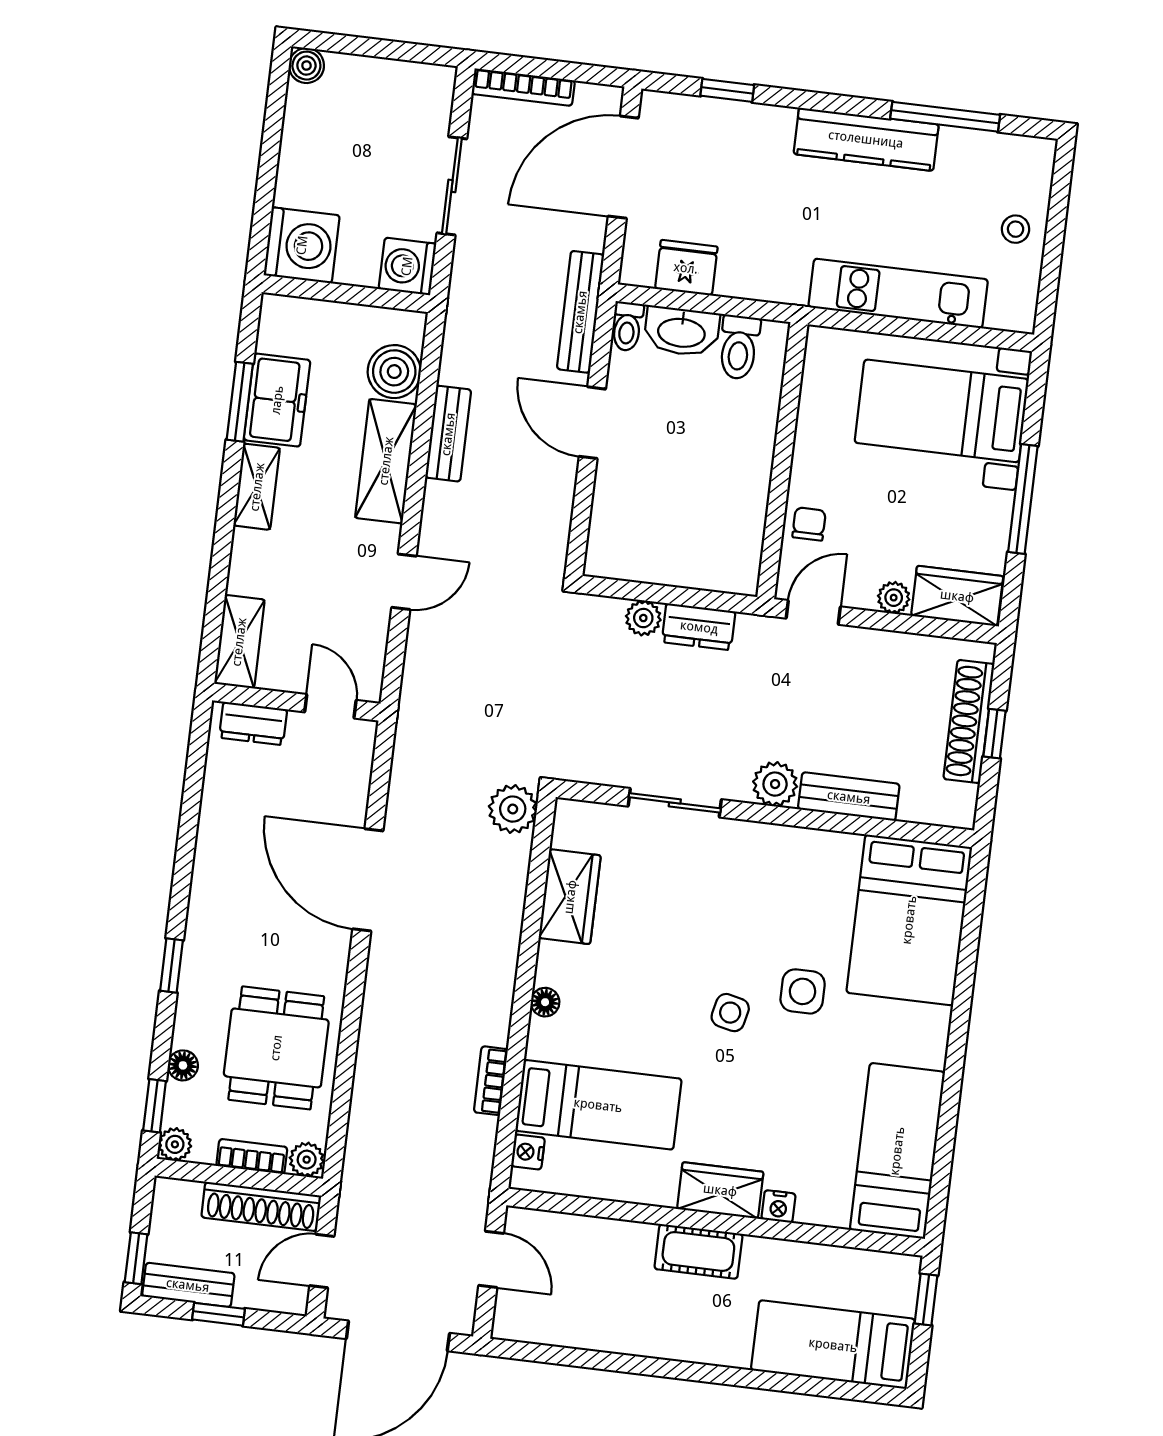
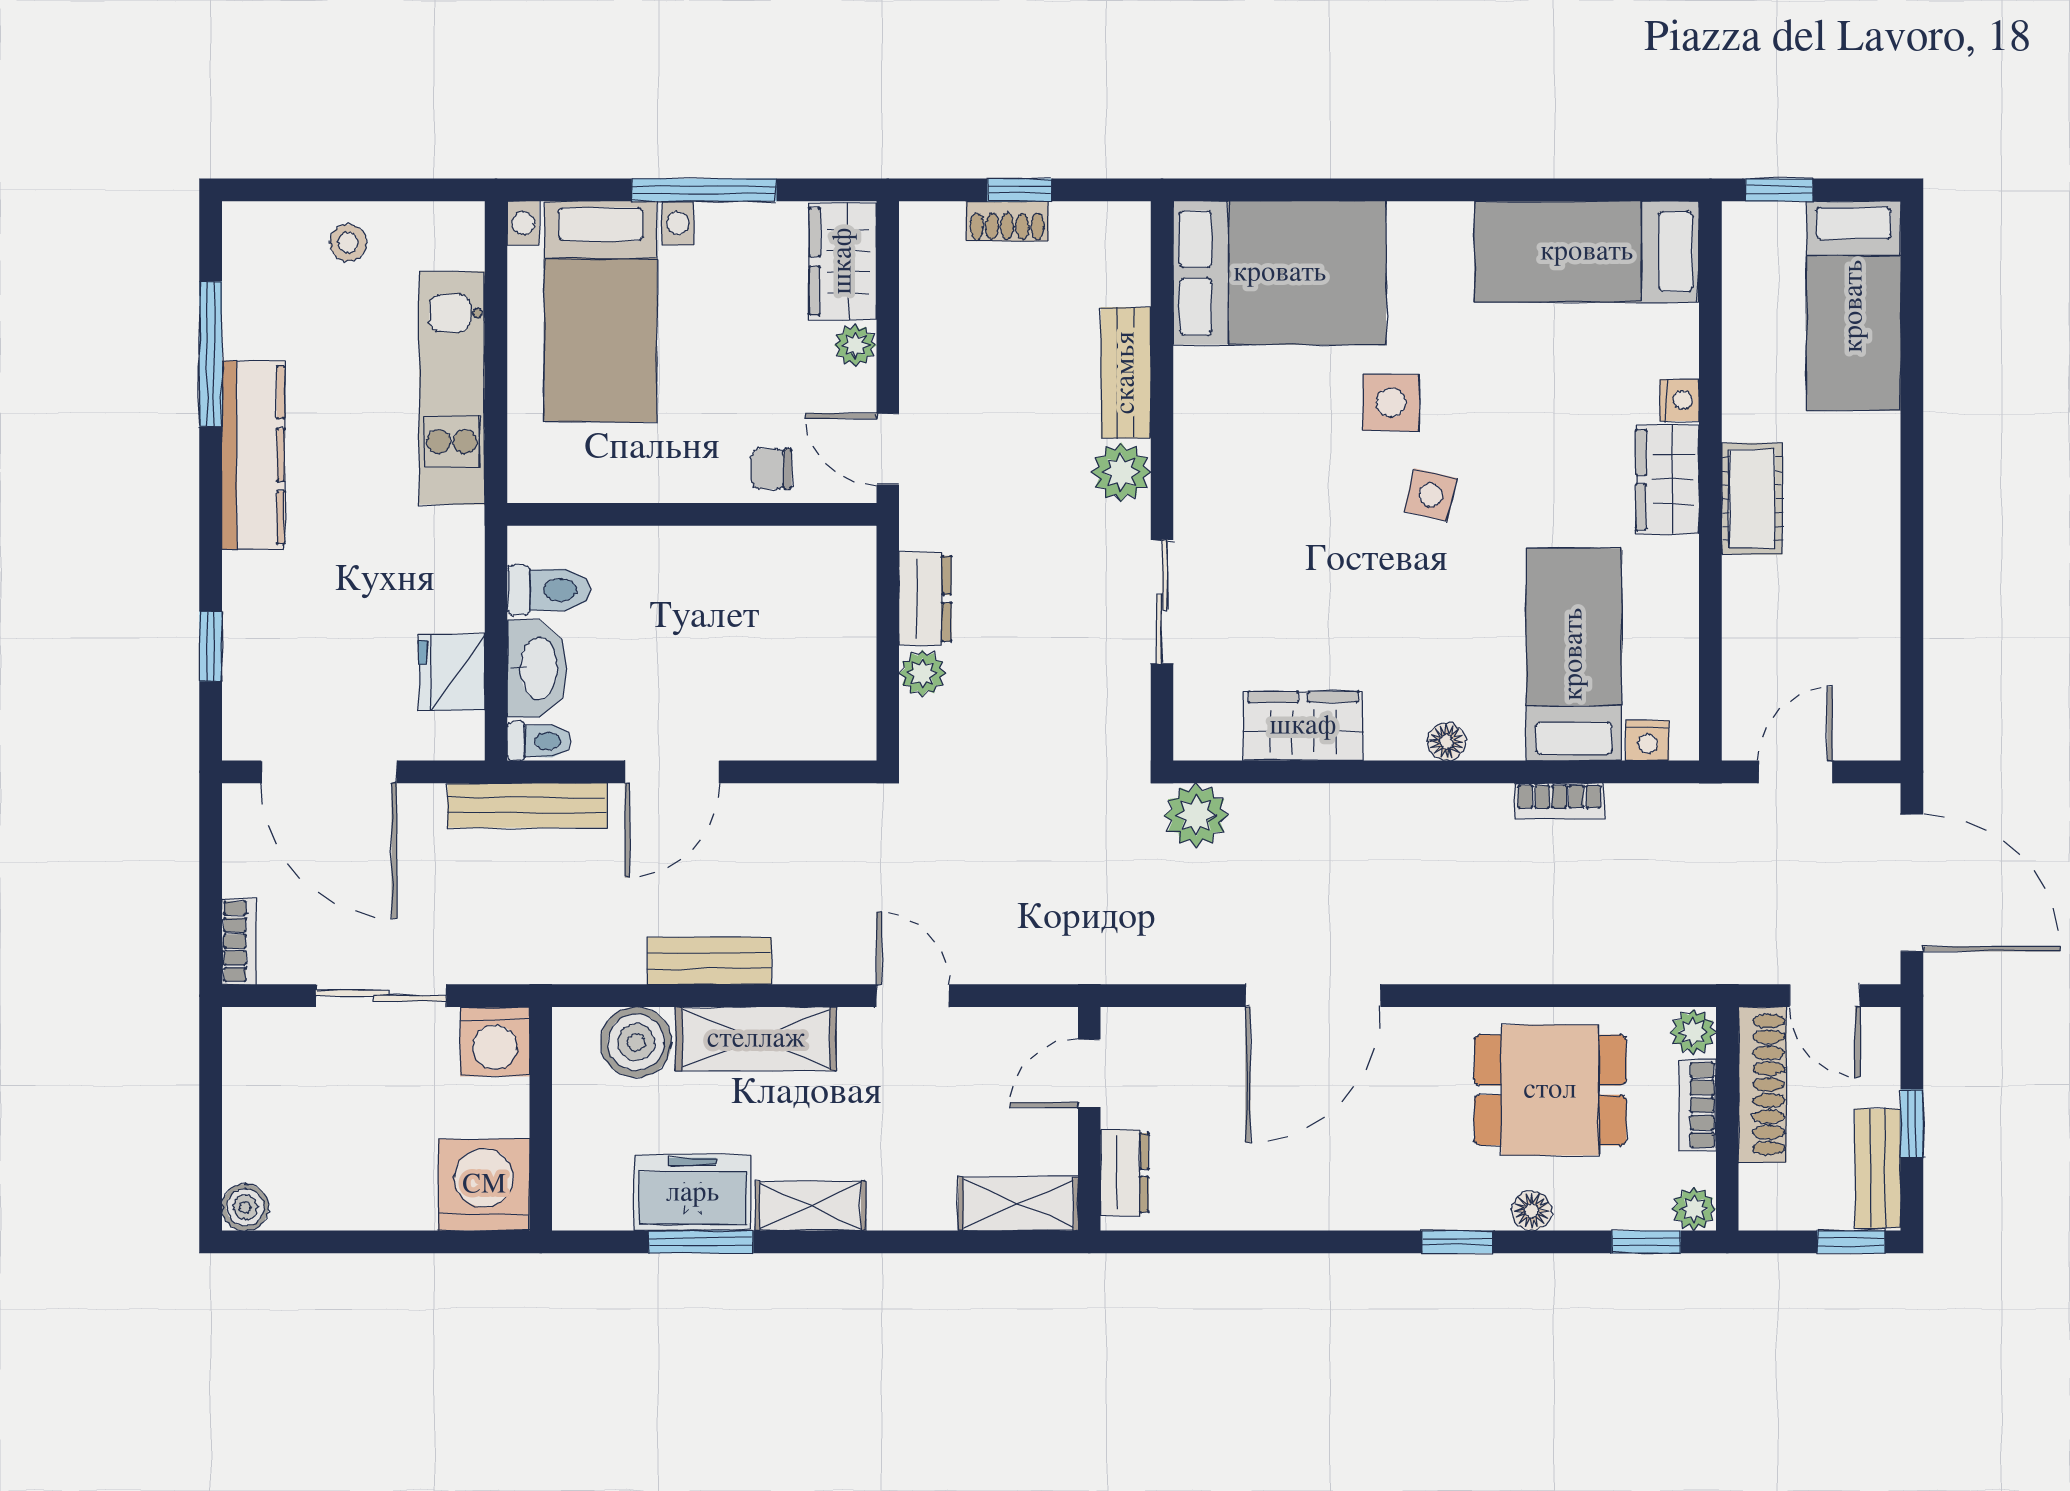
bookcase: (523, 87) -> (239, 941), width x0.64
shoe rack: (969, 721) -> (1007, 221), width x0.51, depth x0.81
floor lamp: (183, 1065) -> (1532, 1211), moved

